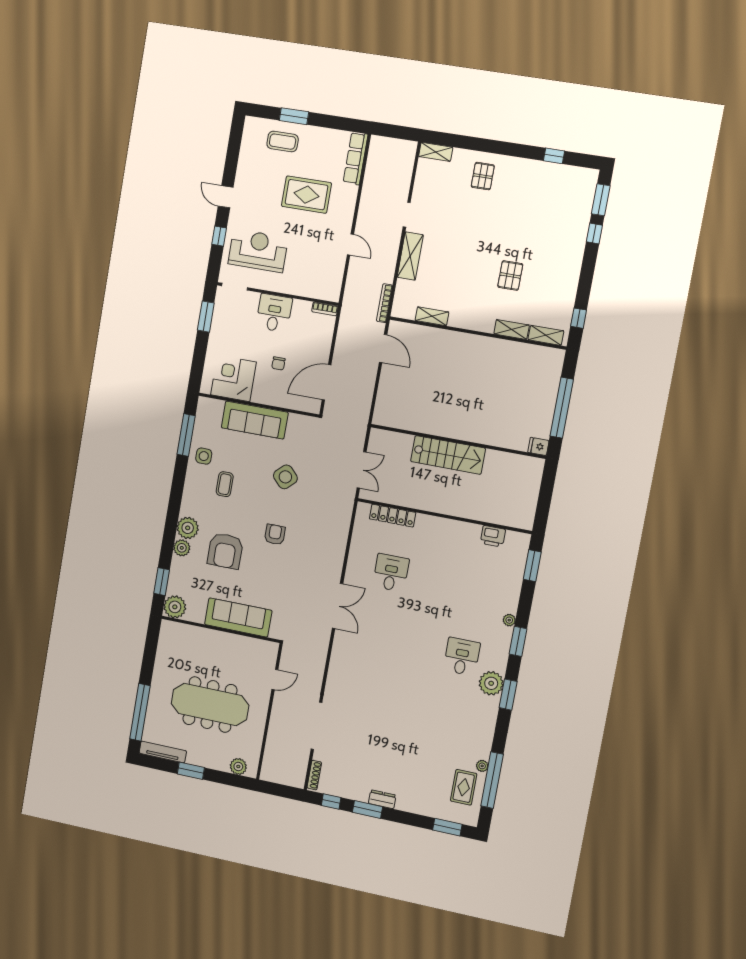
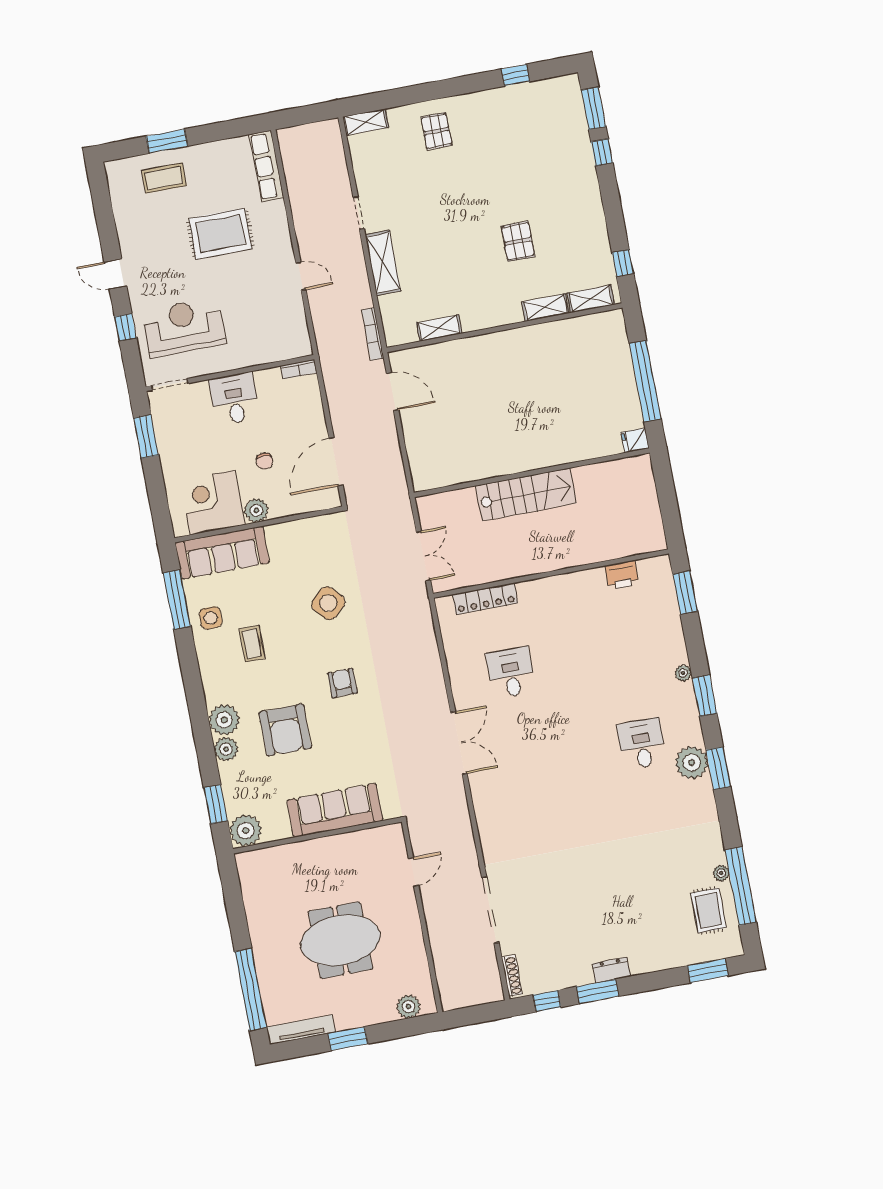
plant: (261, 395) -> (256, 510), added
sofa: (255, 420) -> (222, 553), moved
meeting table: (210, 705) -> (340, 940), width x0.73

